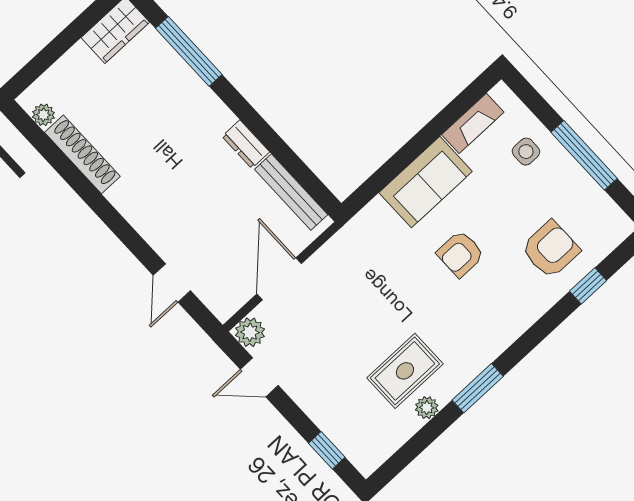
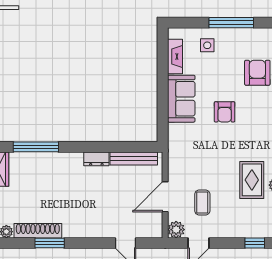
window: (81, 184) -> (50, 243), added
door: (279, 279) -> (165, 197), hinge flipped
coffee table: (316, 334) -> (202, 203), added

